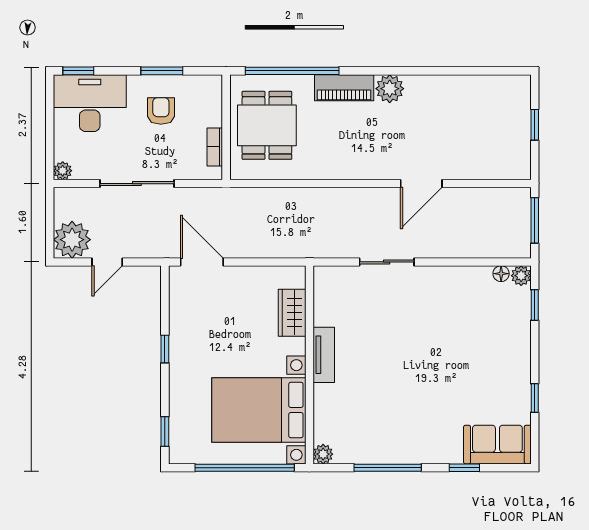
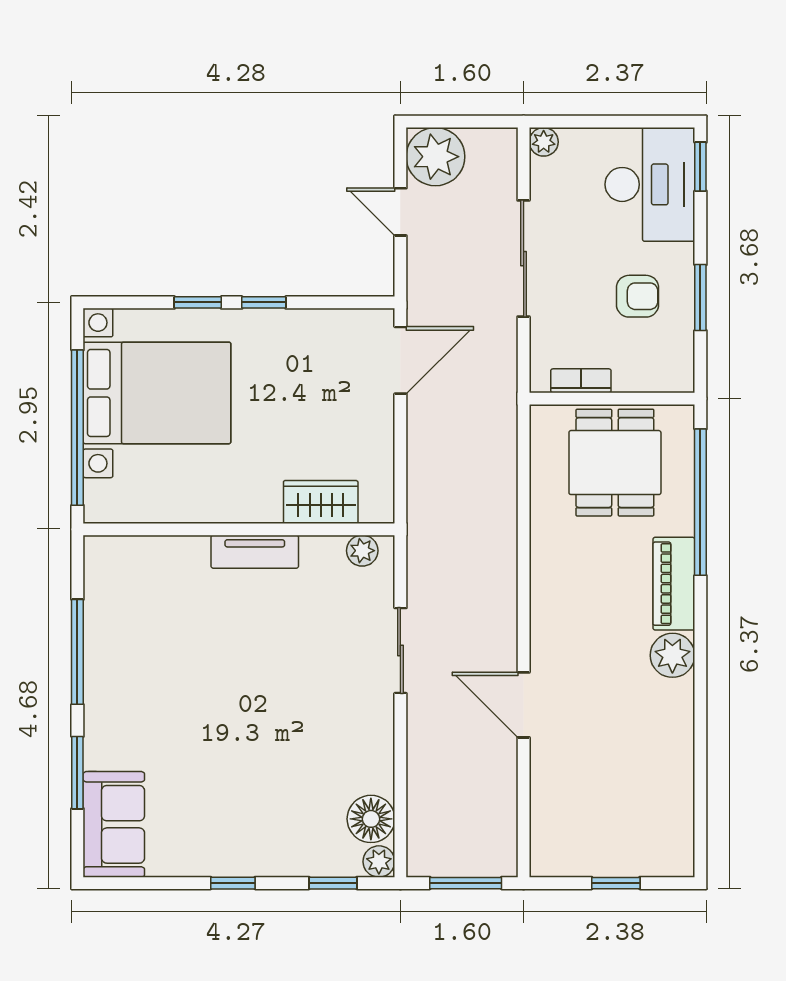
dining table: (267, 125) -> (615, 463), turned 90
floor lamp: (501, 274) -> (371, 819), width x1.89, depth x1.89
window: (535, 398) -> (233, 883), moved
bed with nightstands: (259, 410) -> (157, 393), moved, turned 90
window: (165, 431) -> (198, 302), moved
plant: (323, 454) -> (362, 551), moved
window: (464, 468) -> (77, 773), width x1.50

